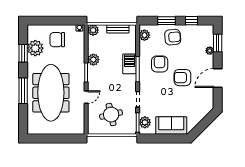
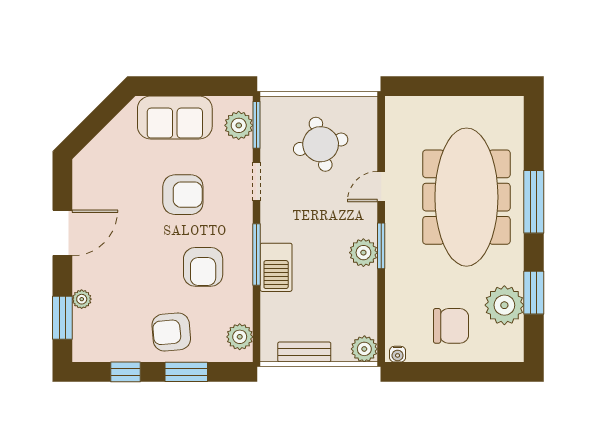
plant: (93, 60) -> (363, 253), moved
armchair: (182, 78) -> (183, 195), moved

